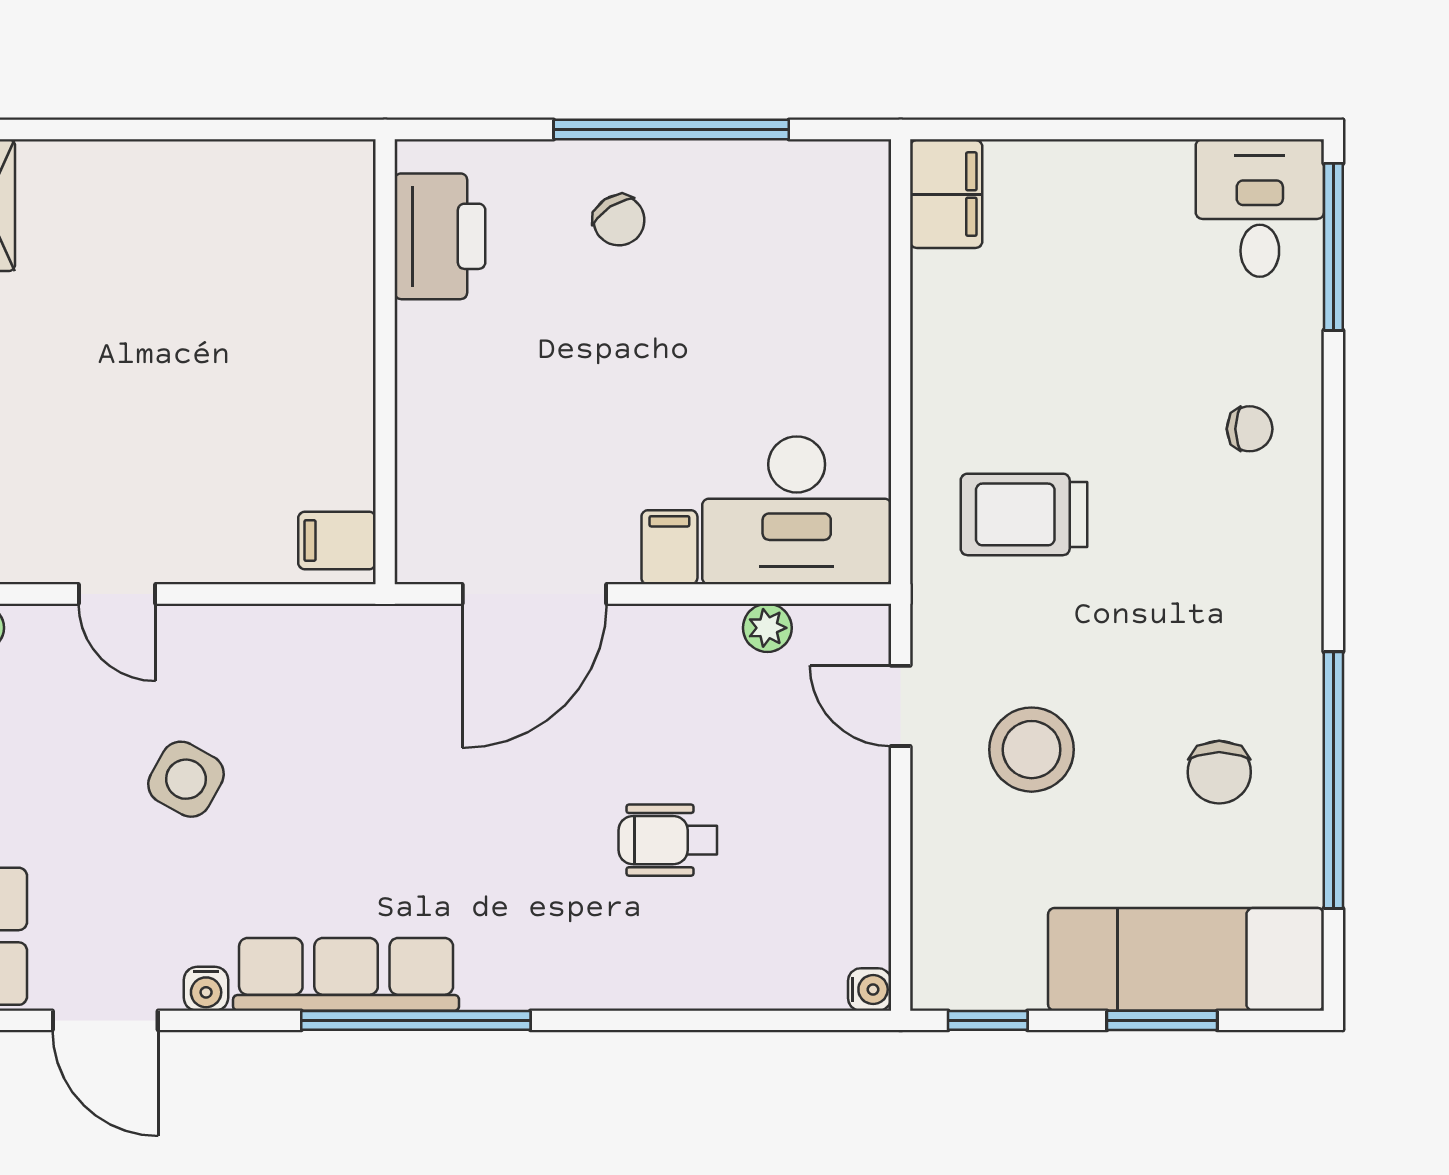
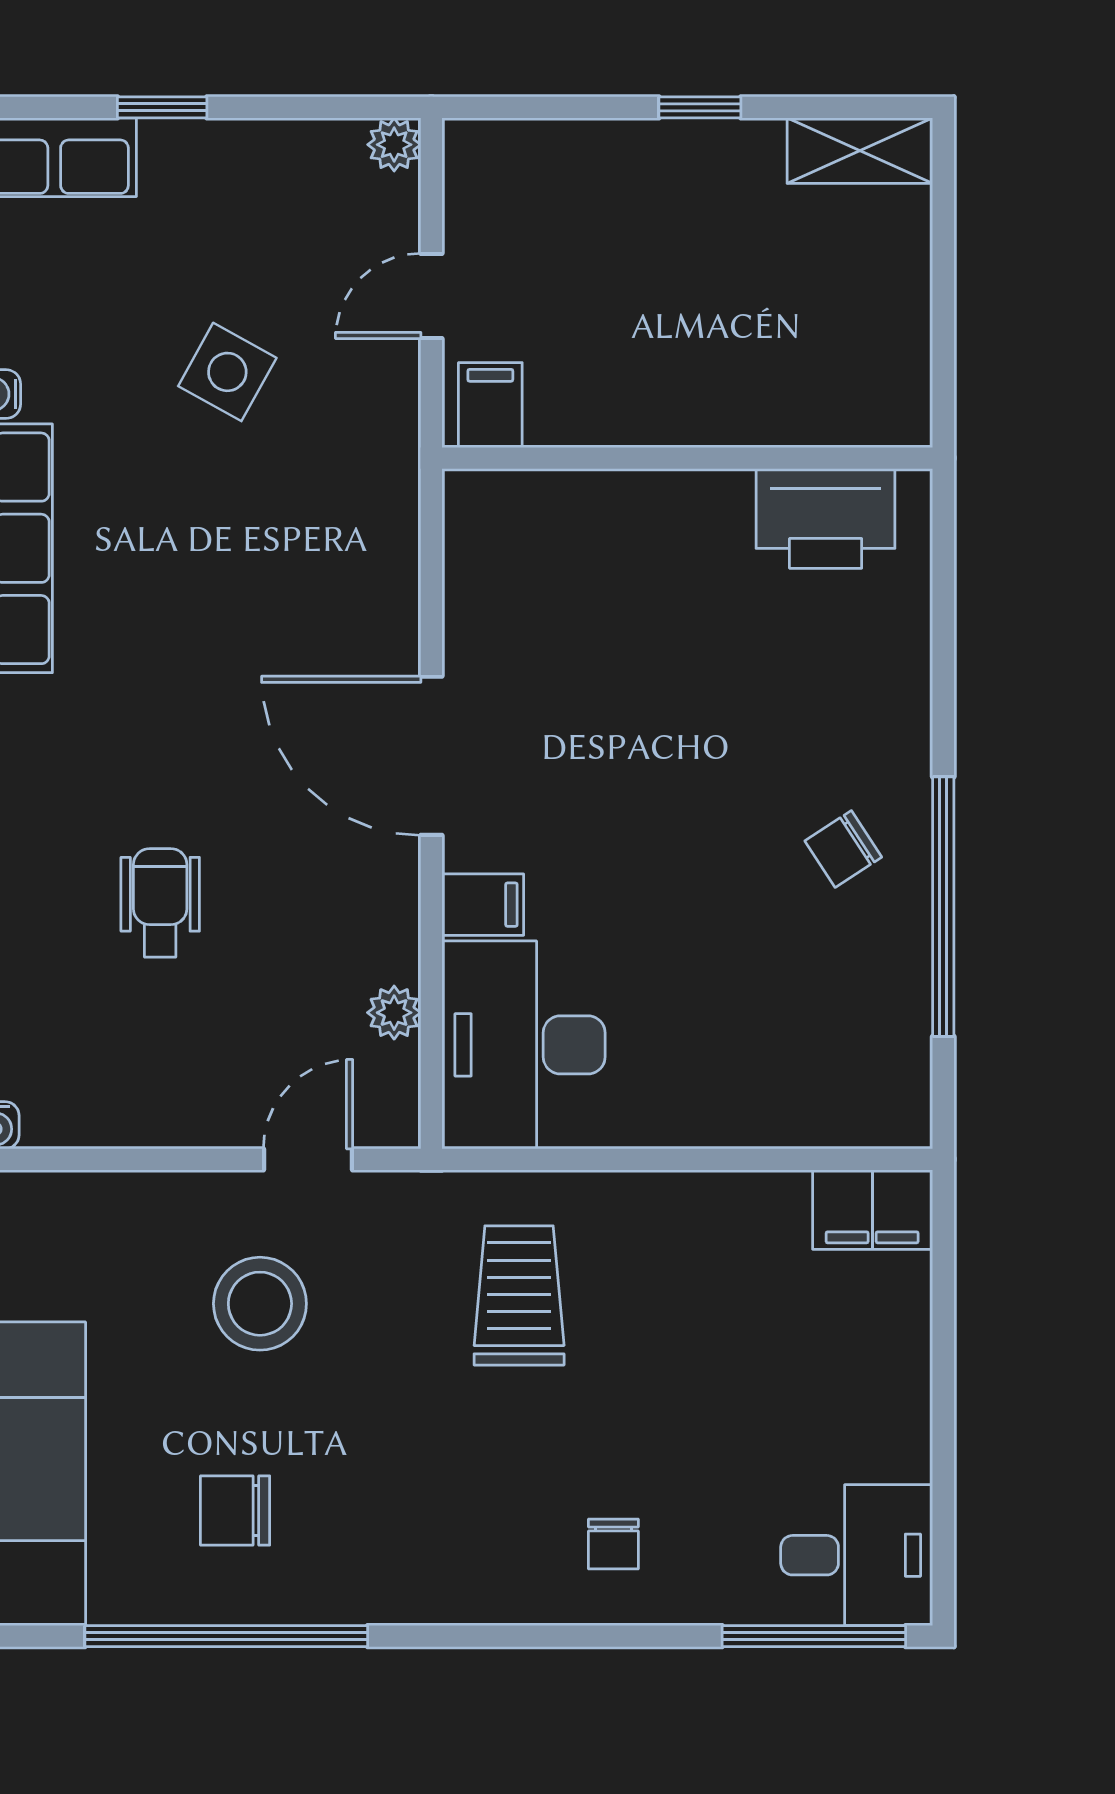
printer: (440, 236) -> (826, 518), moved
wall: (385, 362) -> (687, 458), moved
filing cabinet: (337, 541) -> (490, 405), moved

